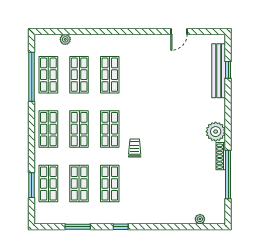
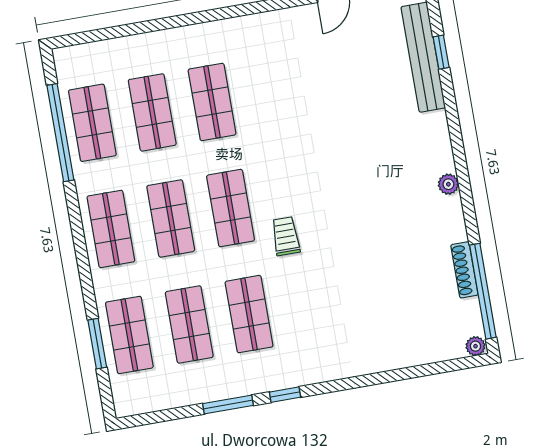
plant: (65, 39) -> (113, 48), removed
plant: (216, 132) -> (448, 184), width x0.53, depth x0.53
shoe rack: (221, 156) -> (464, 270), moved
window: (228, 174) -> (483, 291), moved
plant: (200, 219) -> (475, 346), moved
window: (78, 227) -> (228, 405), moved

